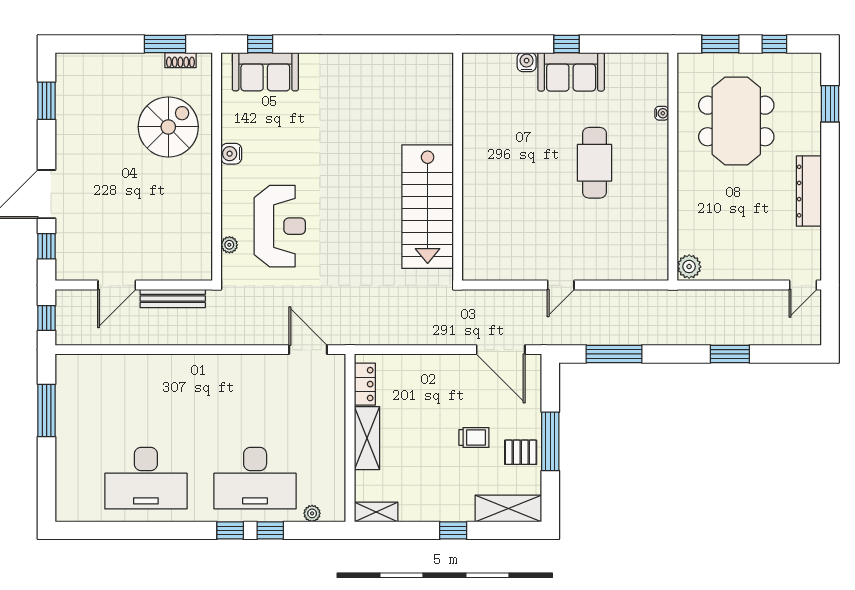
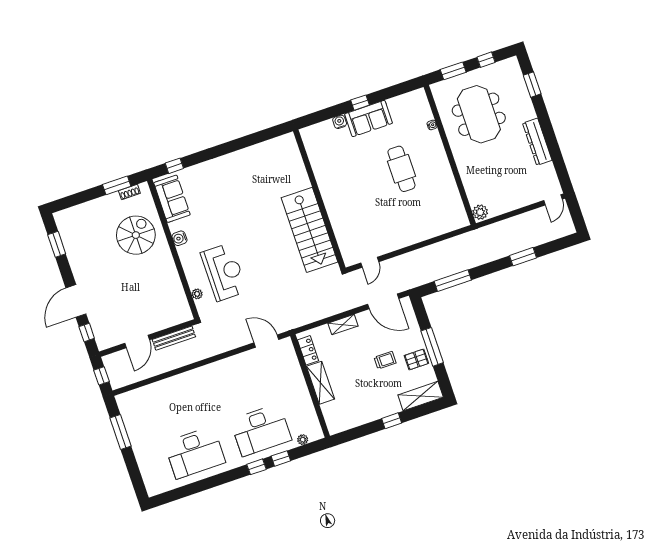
sofa: (265, 72) -> (172, 199), moved, turned -90
door: (561, 285) -> (370, 262), moved
shelving: (376, 512) -> (343, 325), moved

